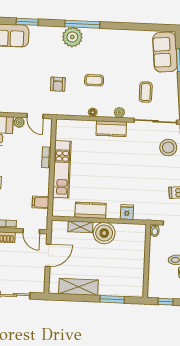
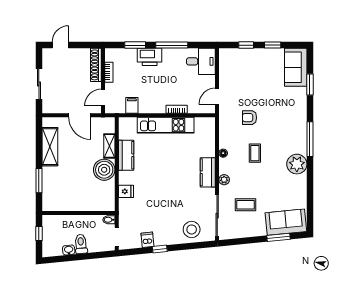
plant: (72, 37) -> (297, 164), moved
plant: (19, 122) -> (210, 81), removed

